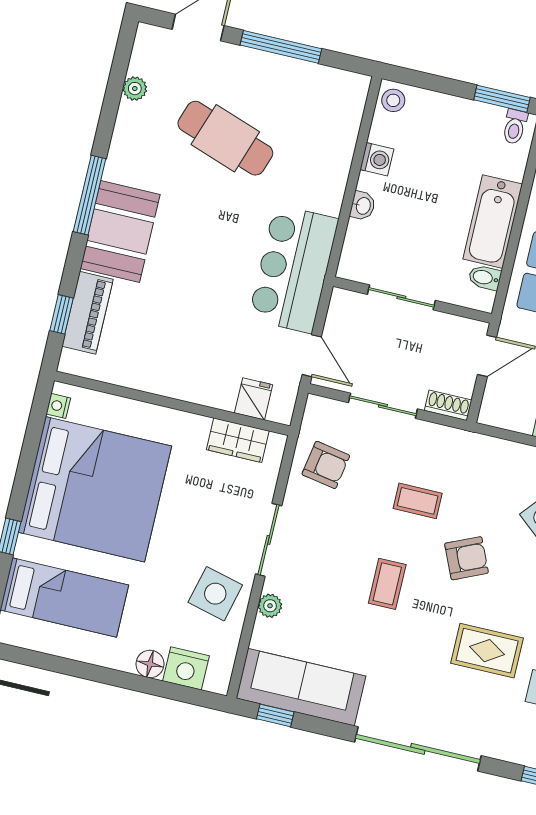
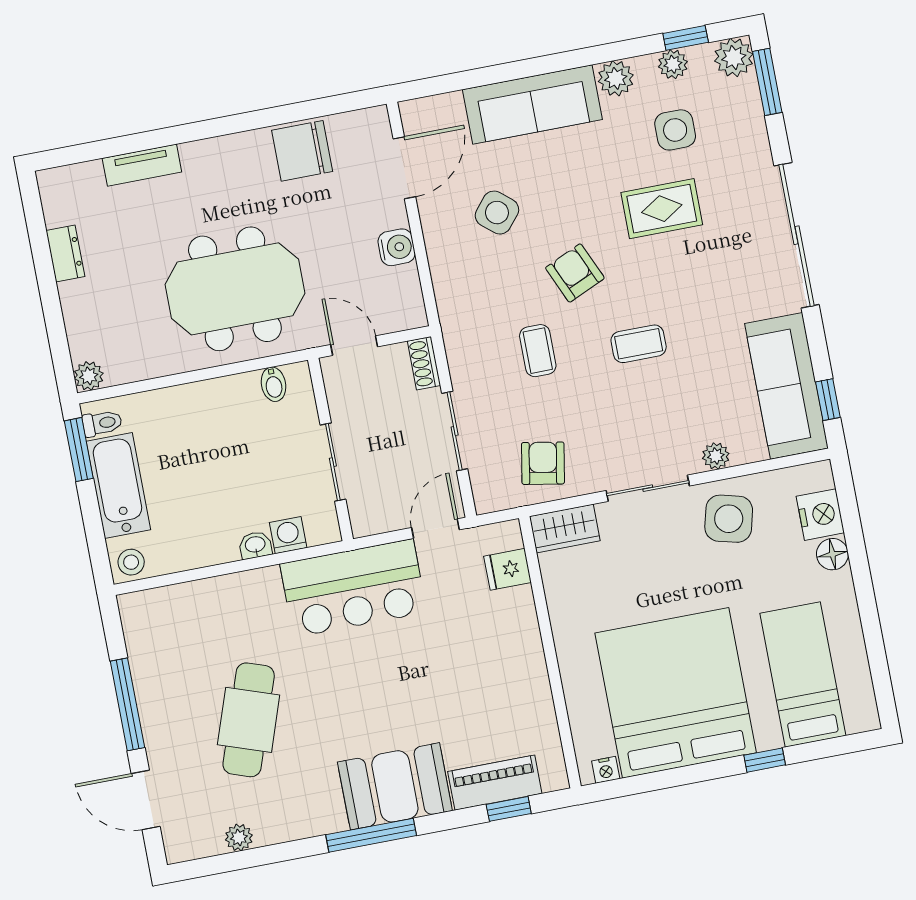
washing machine: (377, 159) -> (288, 535), moved
bathtub: (493, 222) -> (118, 485), moved, turned -90
wardrobe: (238, 440) -> (565, 528), moved, turned 90
rug: (487, 651) -> (662, 209), turned 90

